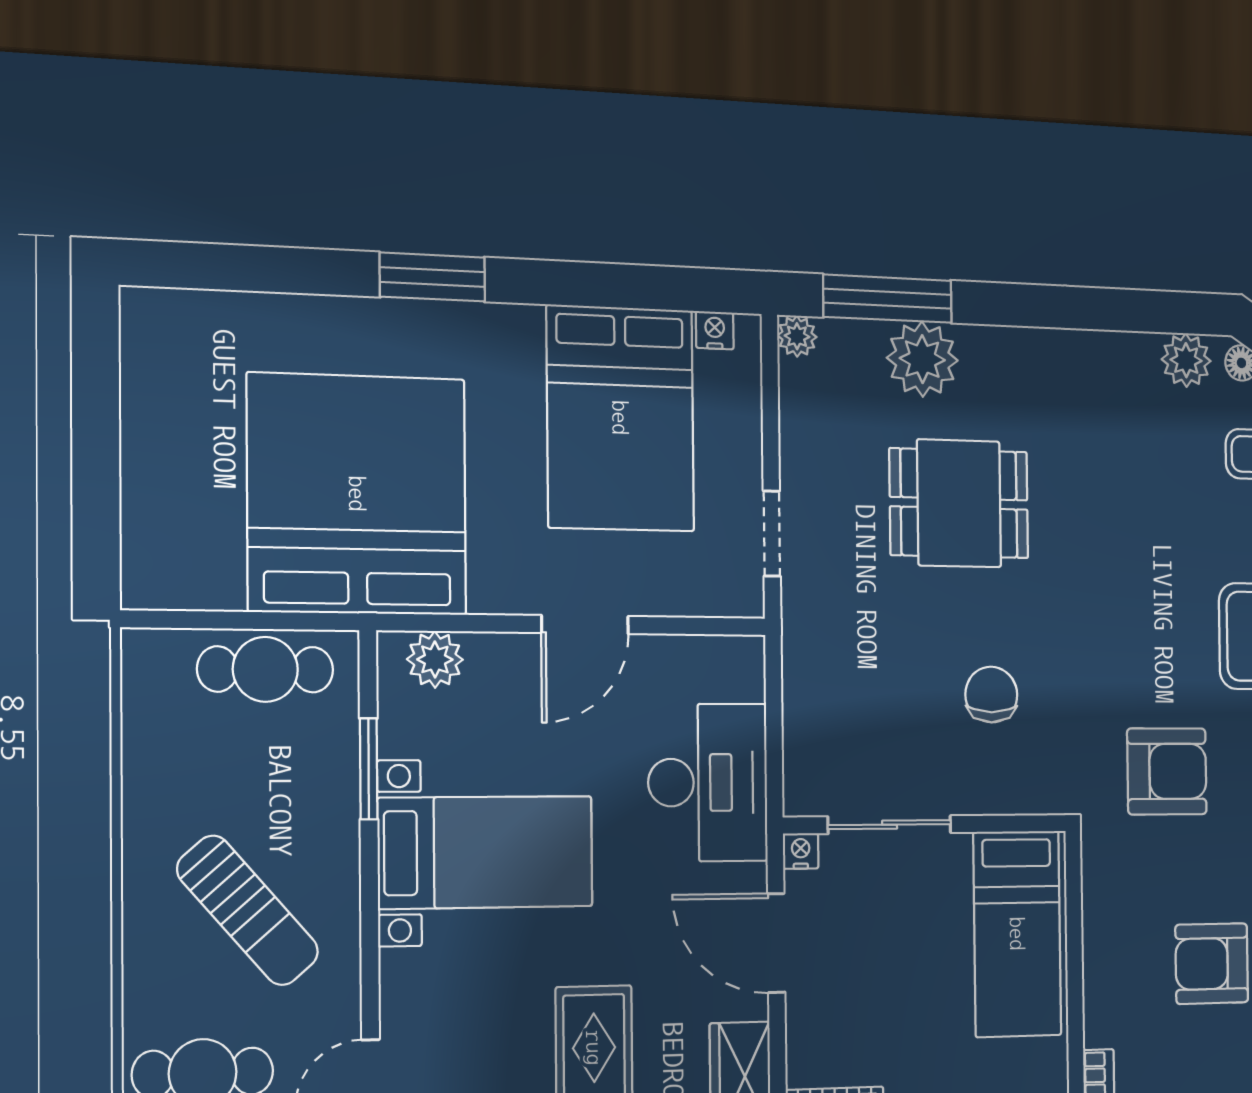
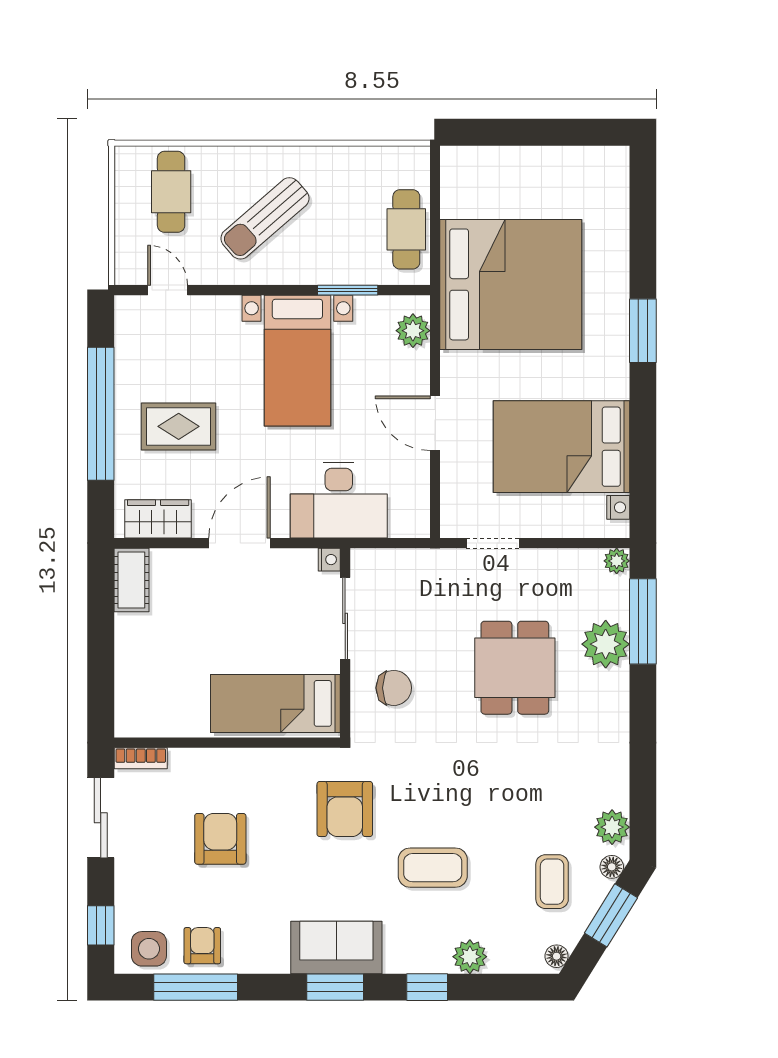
wall: (926, 824) -> (345, 643), moved
sliding door: (890, 825) -> (345, 618), moved
nightstand: (801, 851) -> (329, 560), moved
bed: (1017, 934) -> (275, 703), moved

